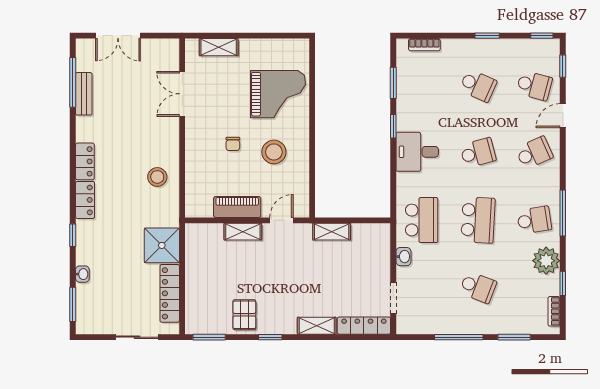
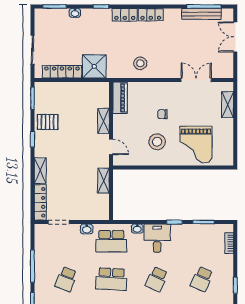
bench: (84, 94) -> (201, 14), width x1.36
school desk: (478, 153) -> (157, 279), turned 39
washbasin: (403, 181) -> (137, 229), added
piano: (237, 207) -> (120, 98), moved

